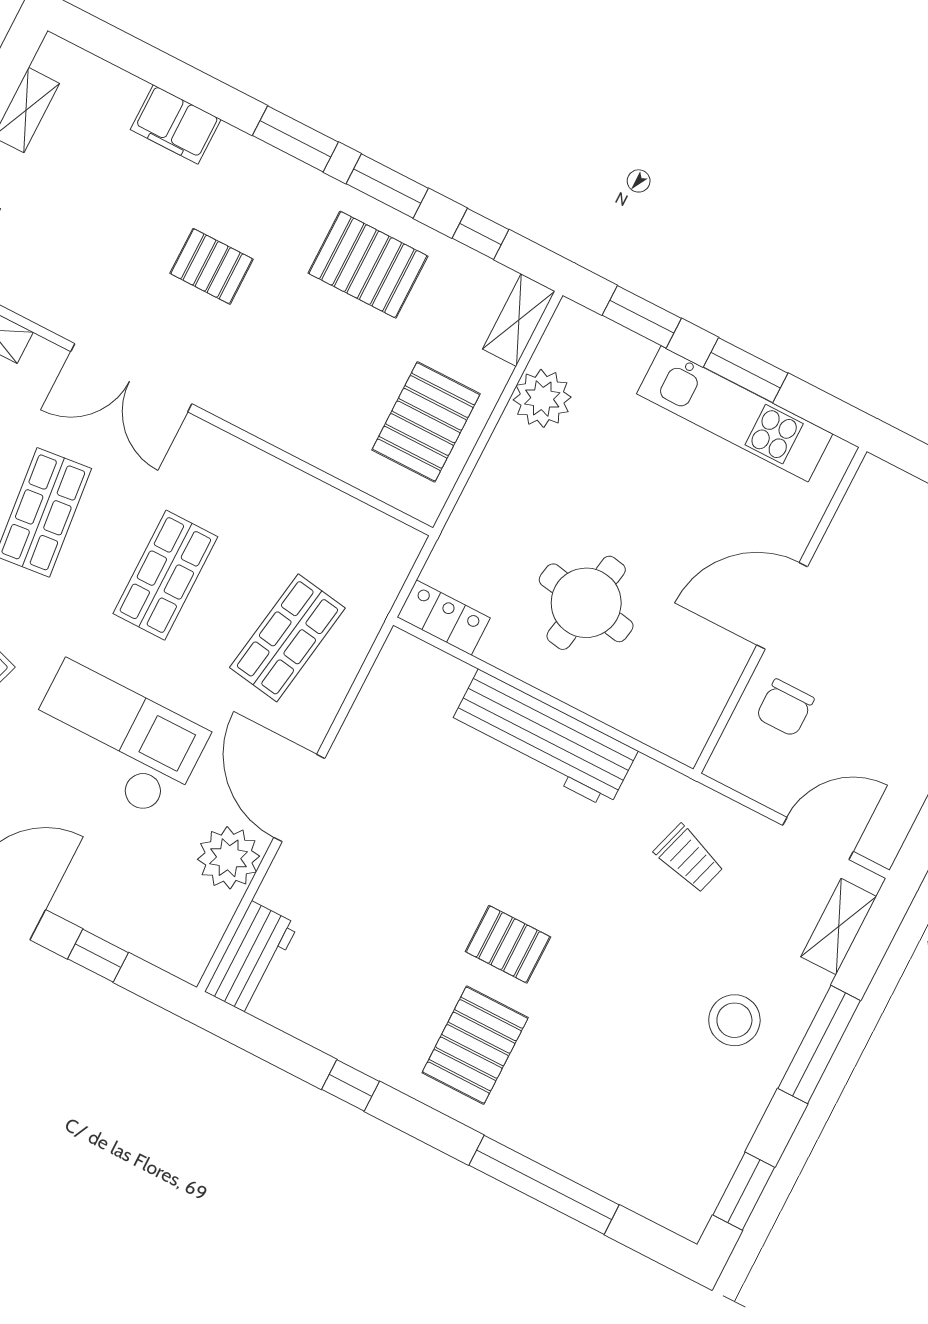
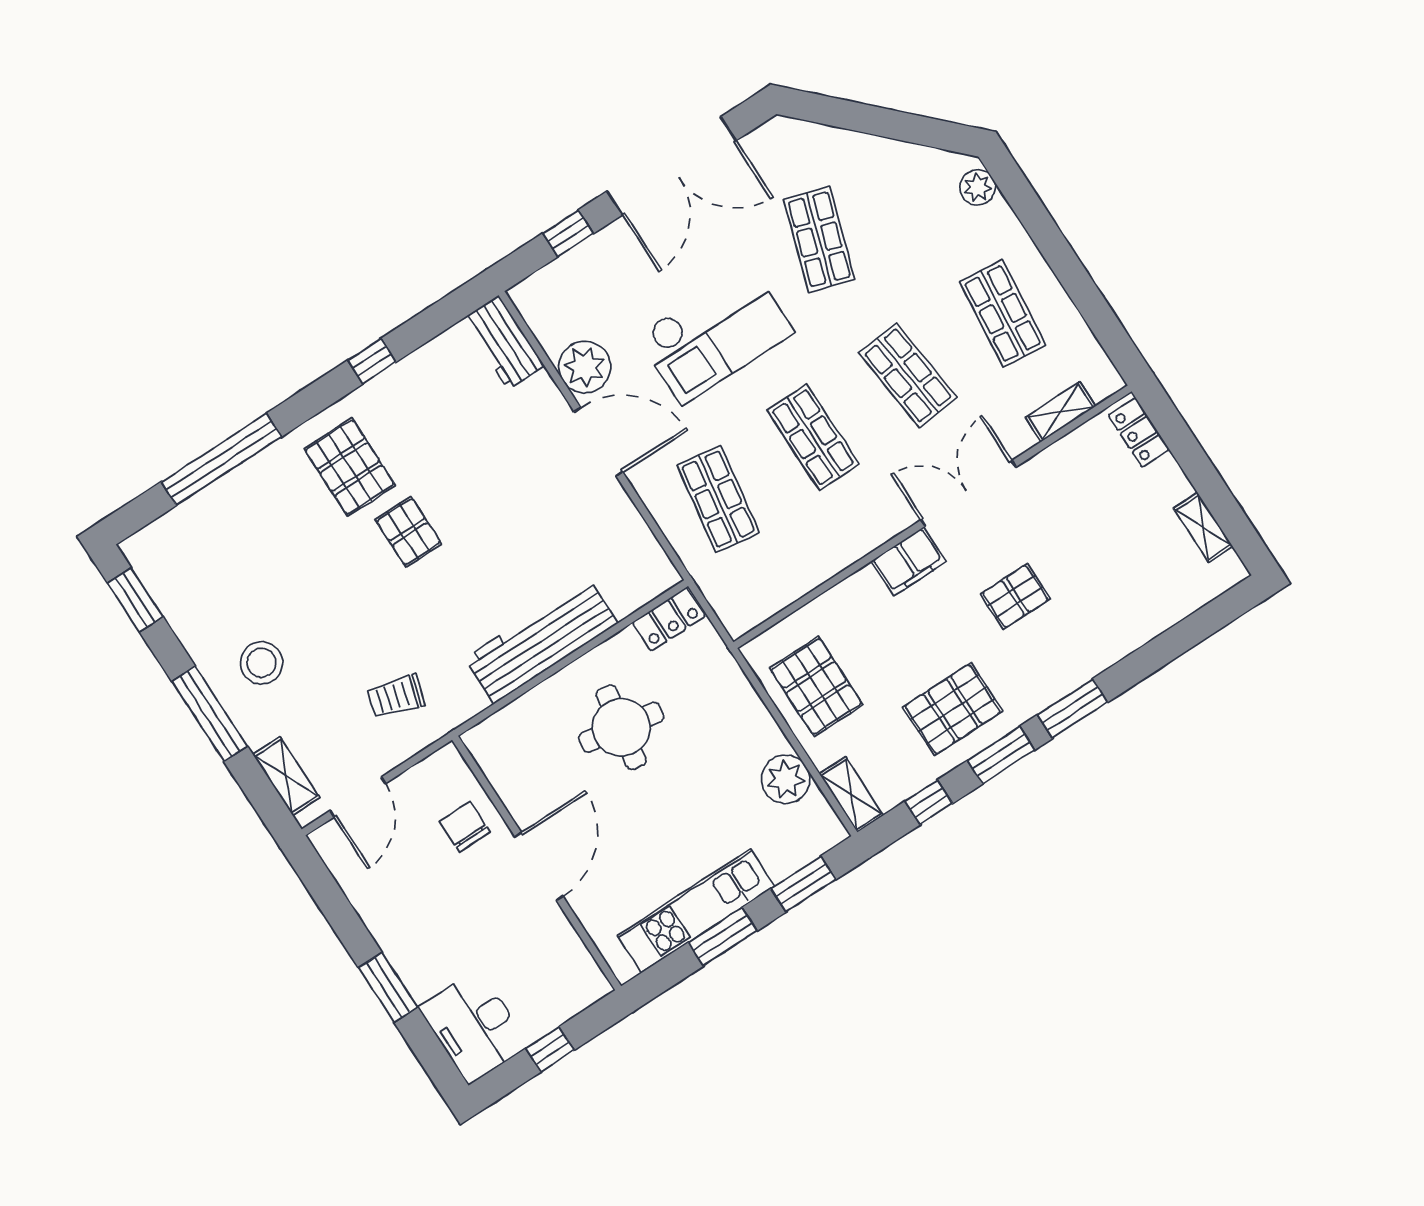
filing cabinet: (176, 124) -> (909, 561), moved, turned 180
pallet: (508, 944) -> (409, 532), turned 90

